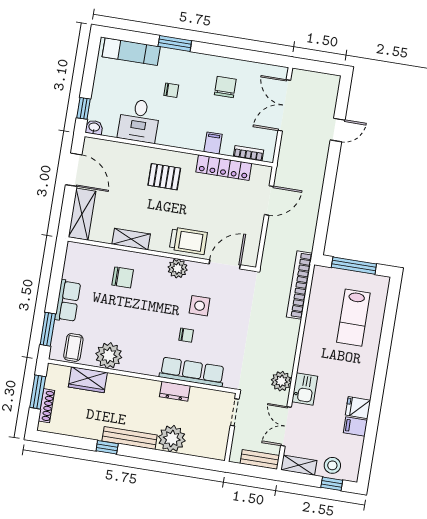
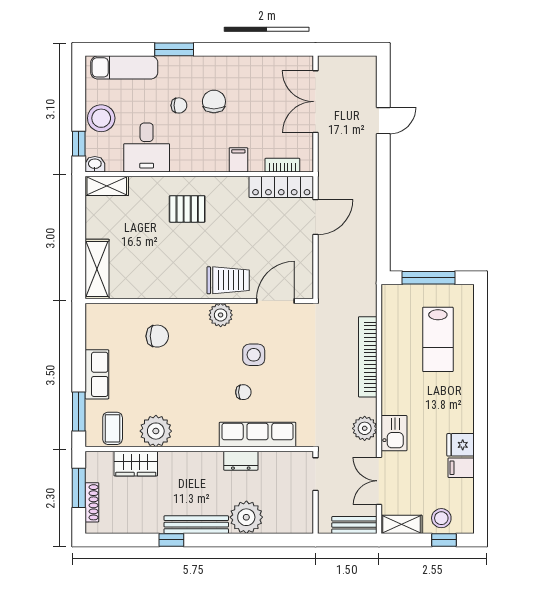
chair: (225, 87) -> (214, 102), moved
stool: (105, 90) -> (101, 118), added
locker: (224, 168) -> (281, 187), moved
door: (74, 170) -> (79, 218), removed
shelving: (131, 239) -> (107, 186), moved
bookcase: (299, 285) -> (368, 357), moved

